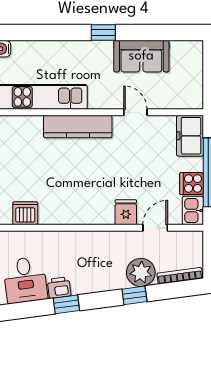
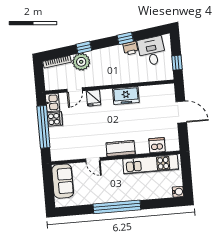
window: (103, 33) -> (117, 207), width x3.17
sofa: (141, 56) -> (63, 181), moved, turned 90
kitchen counter: (78, 127) -> (121, 148), width x0.67
freezer: (190, 136) -> (126, 96), moved, turned 90
dishwasher: (25, 213) -> (157, 145), moved, turned 180

